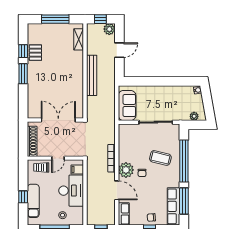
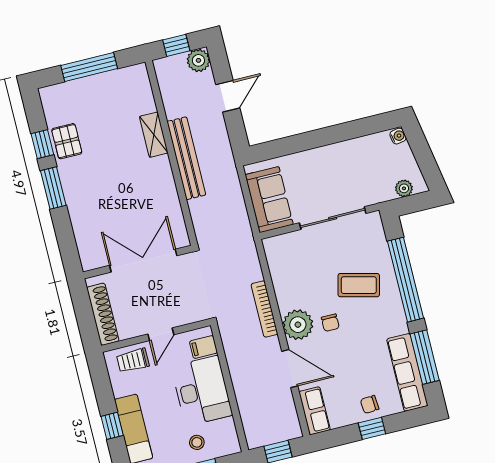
shelving: (79, 39) -> (154, 135), moved

